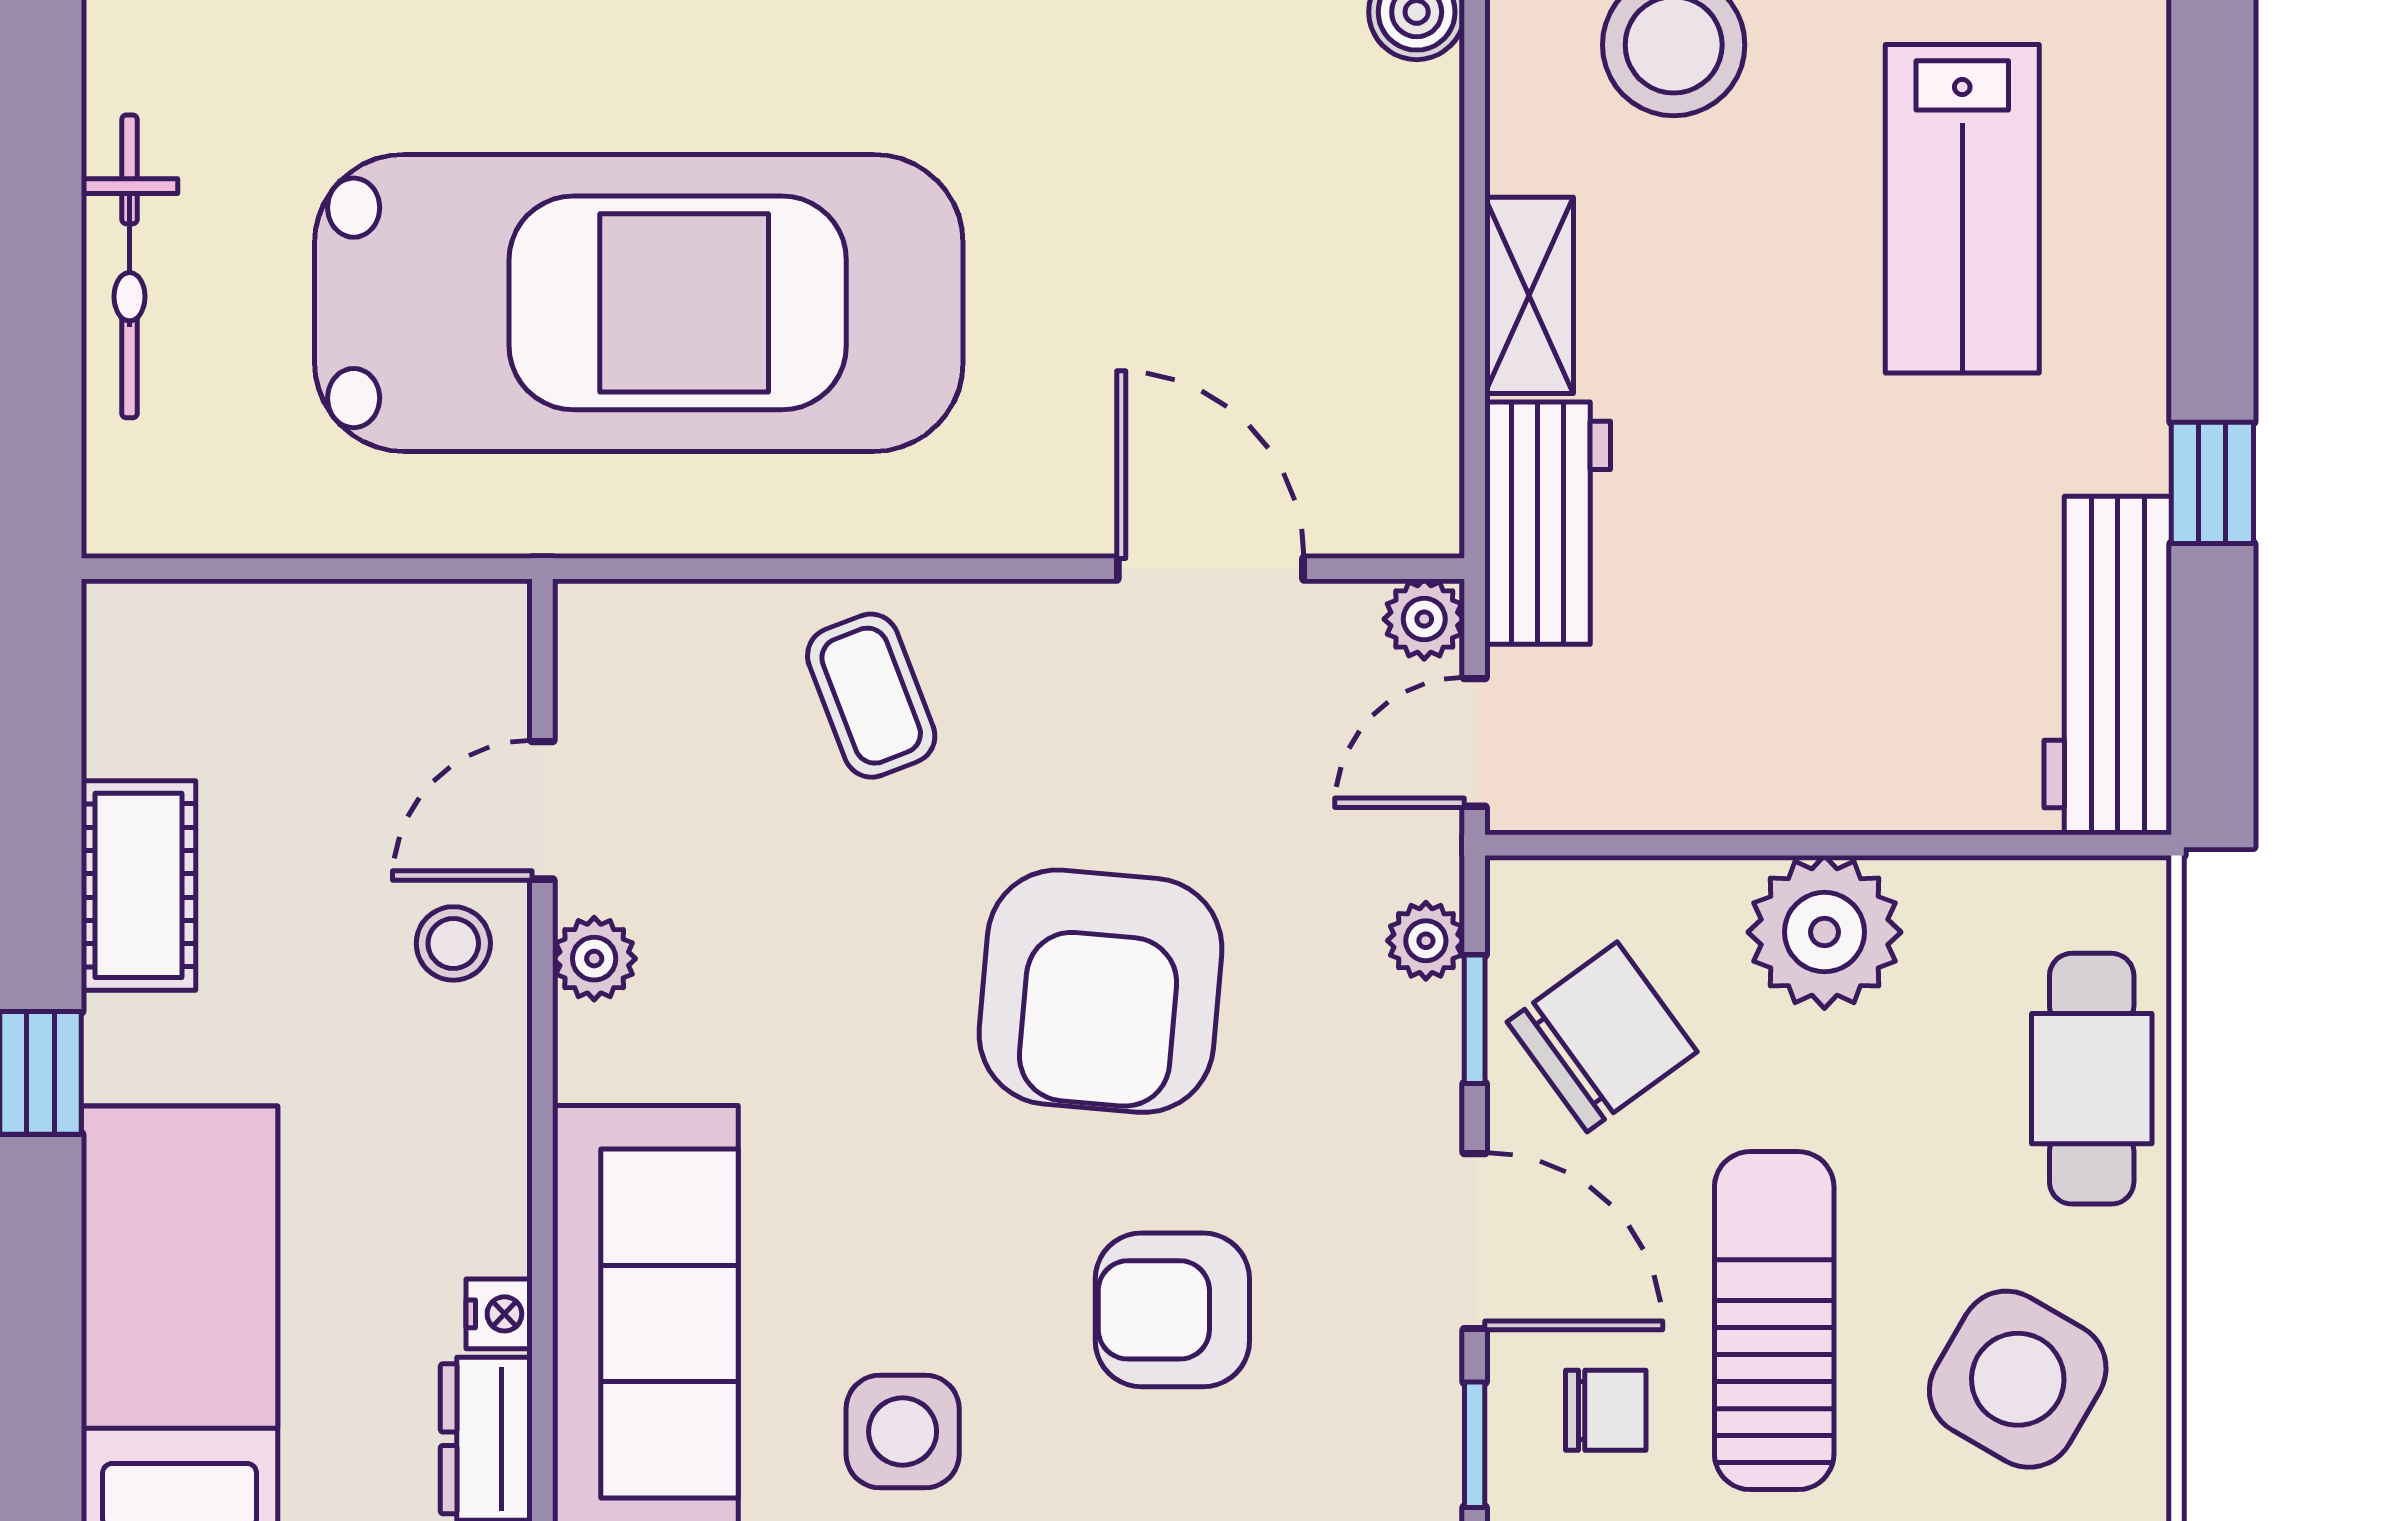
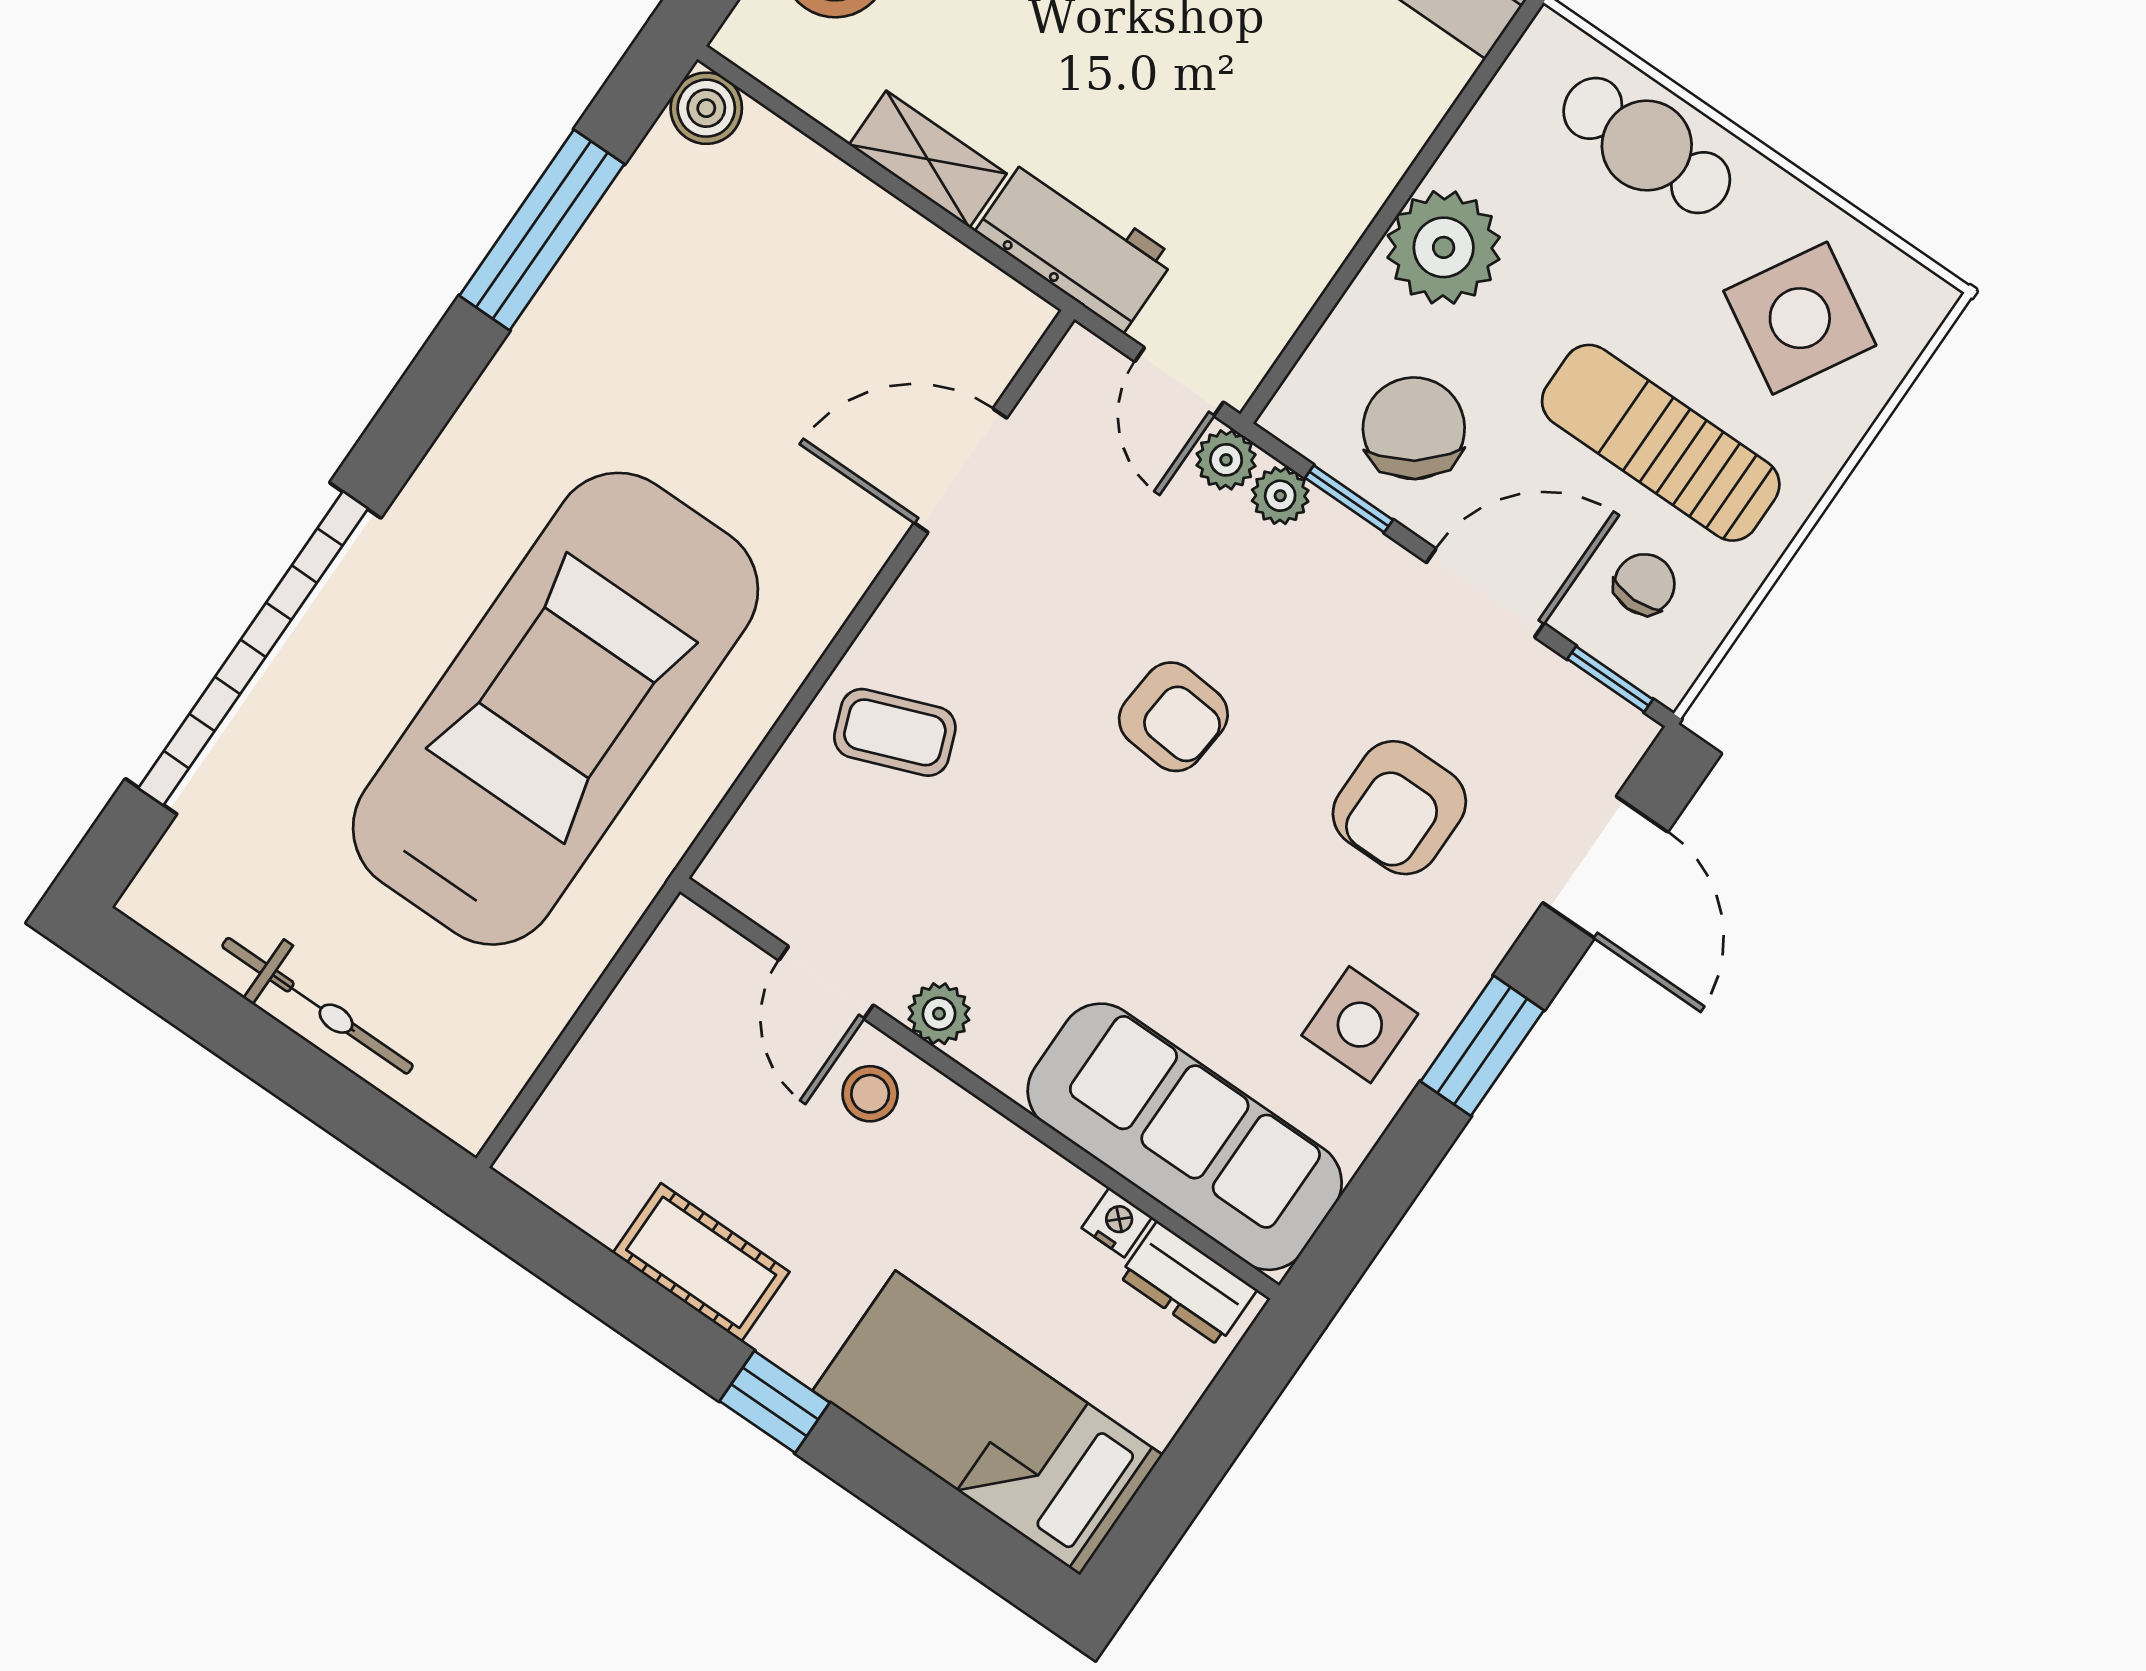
plant: (1424, 619) -> (1226, 460), moved
armchair: (1101, 991) -> (1173, 717), width x0.53, depth x0.53

